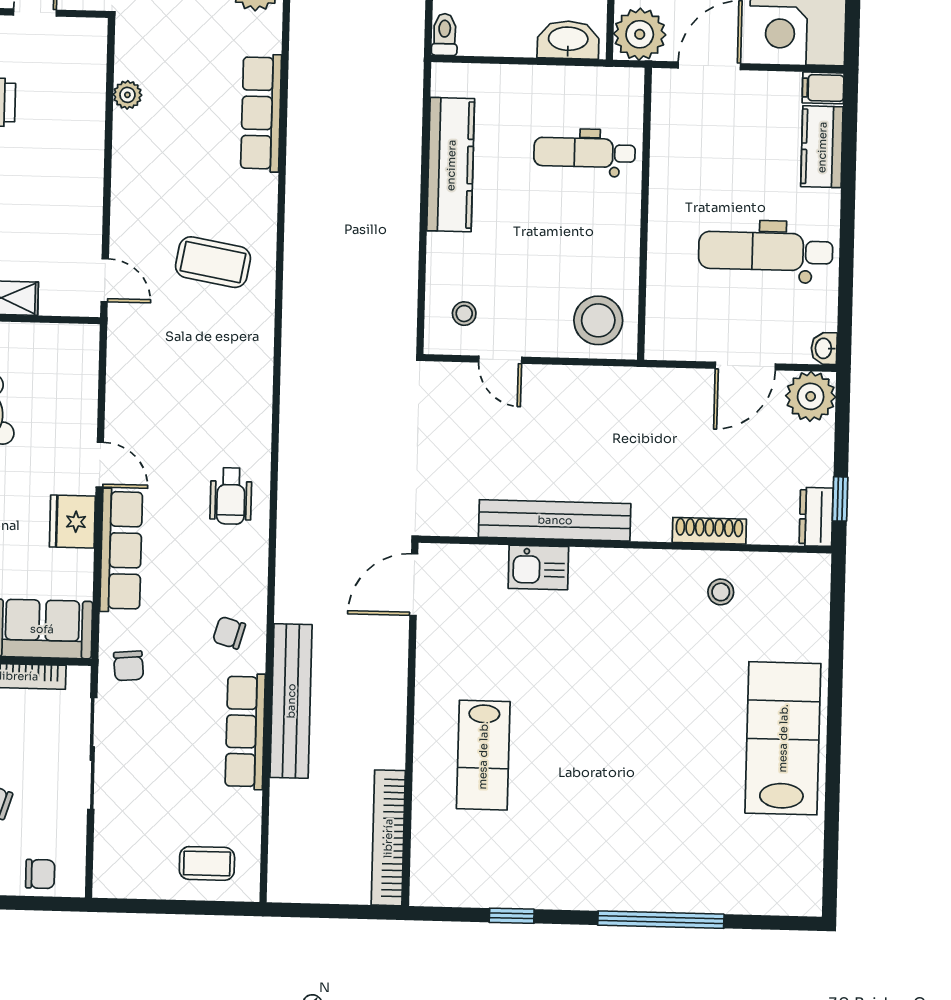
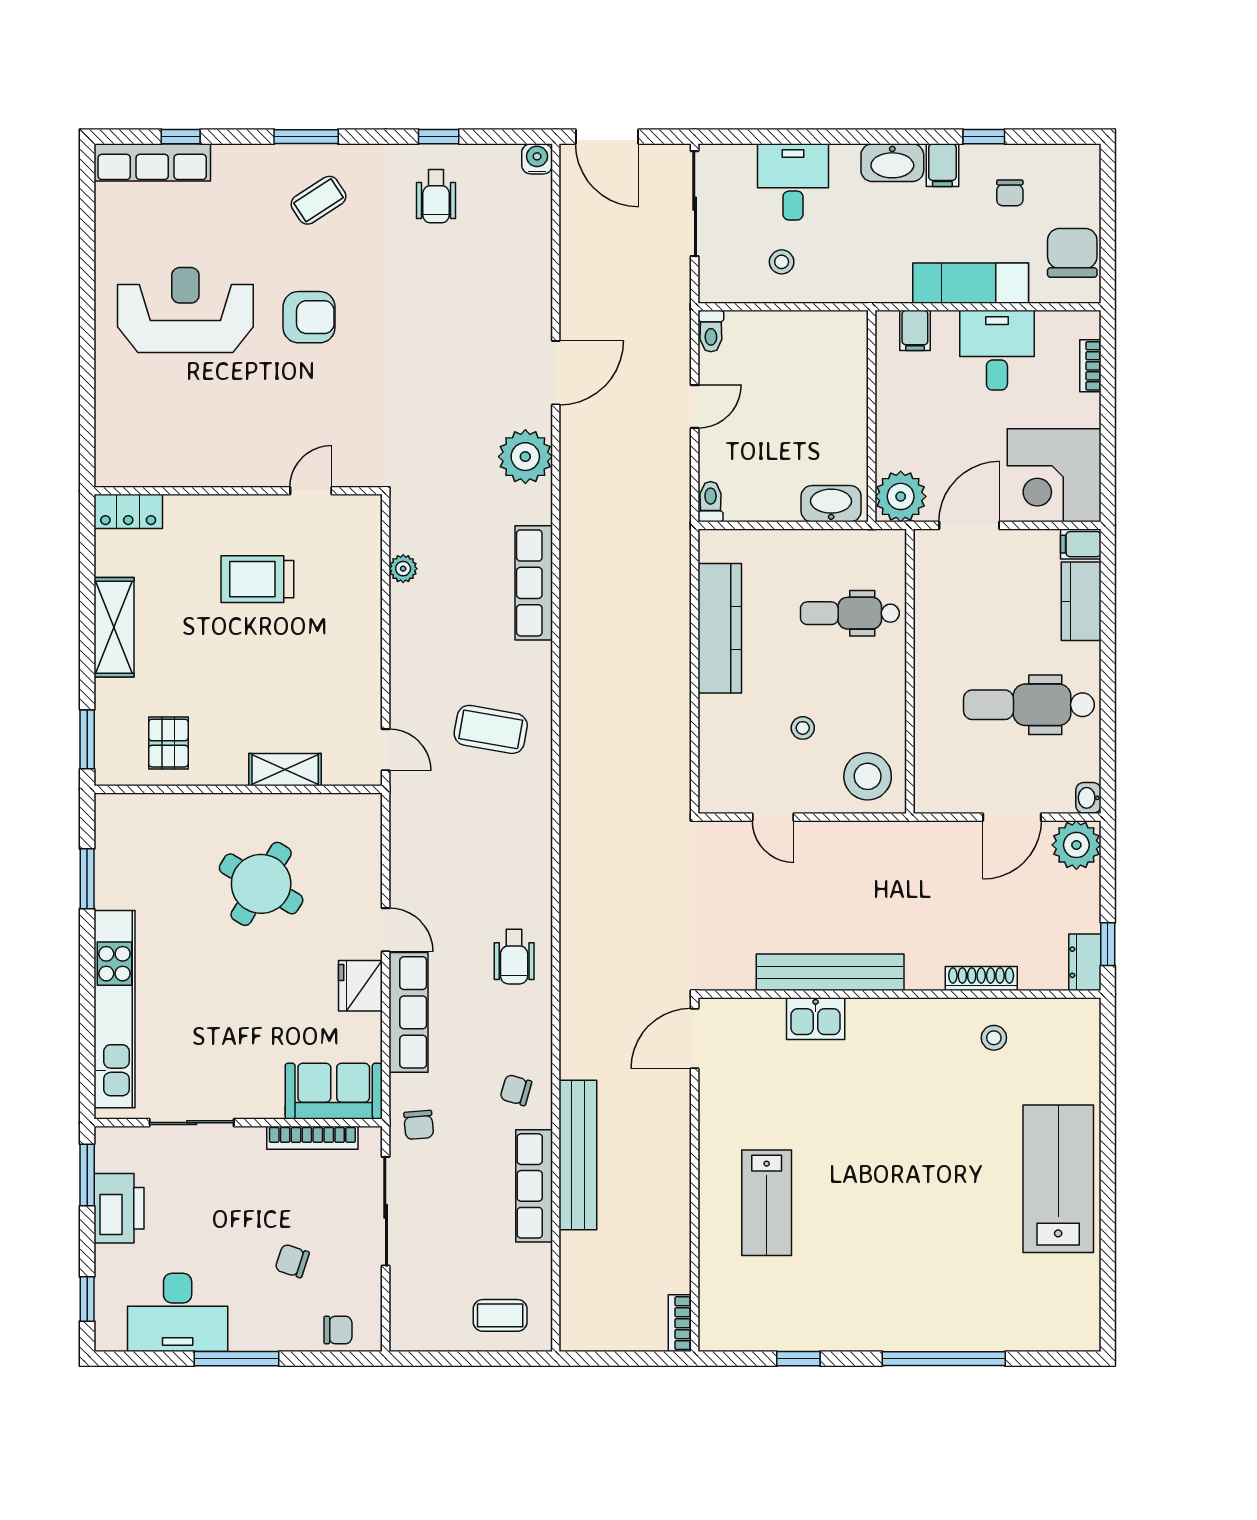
stool: (464, 314) -> (803, 728), moved
bookcase: (388, 838) -> (680, 1323), width x0.43, depth x0.76

